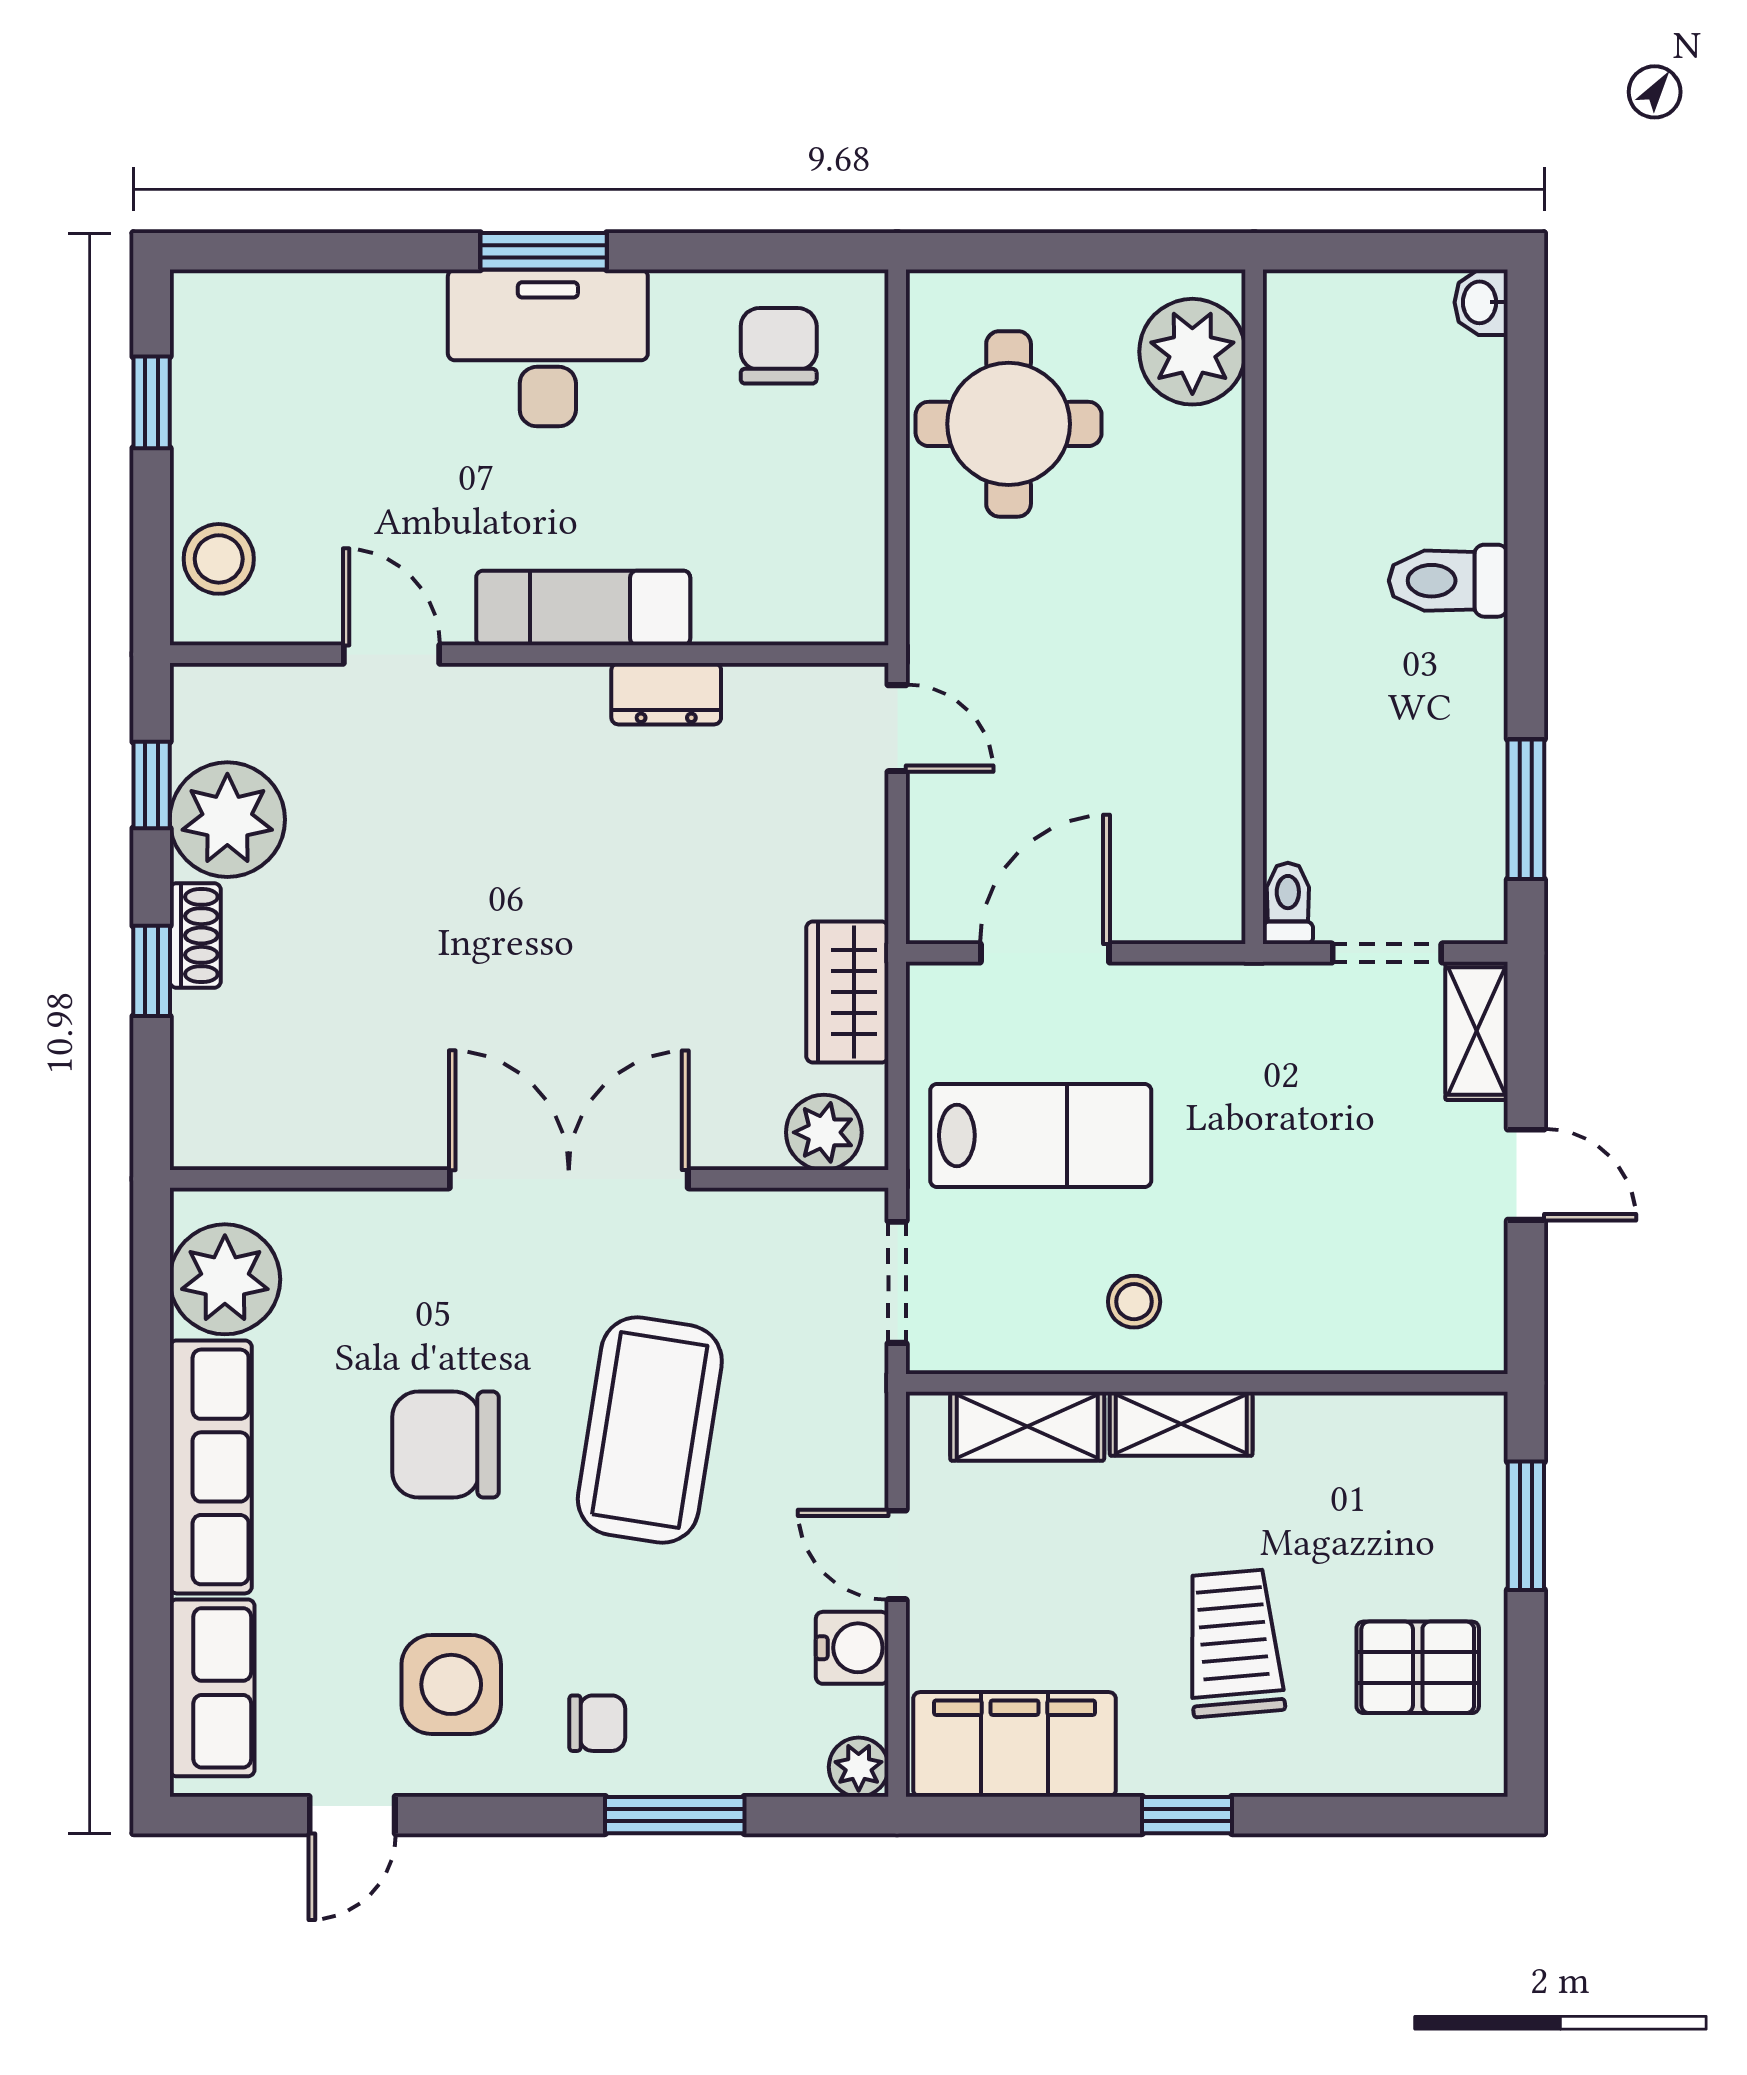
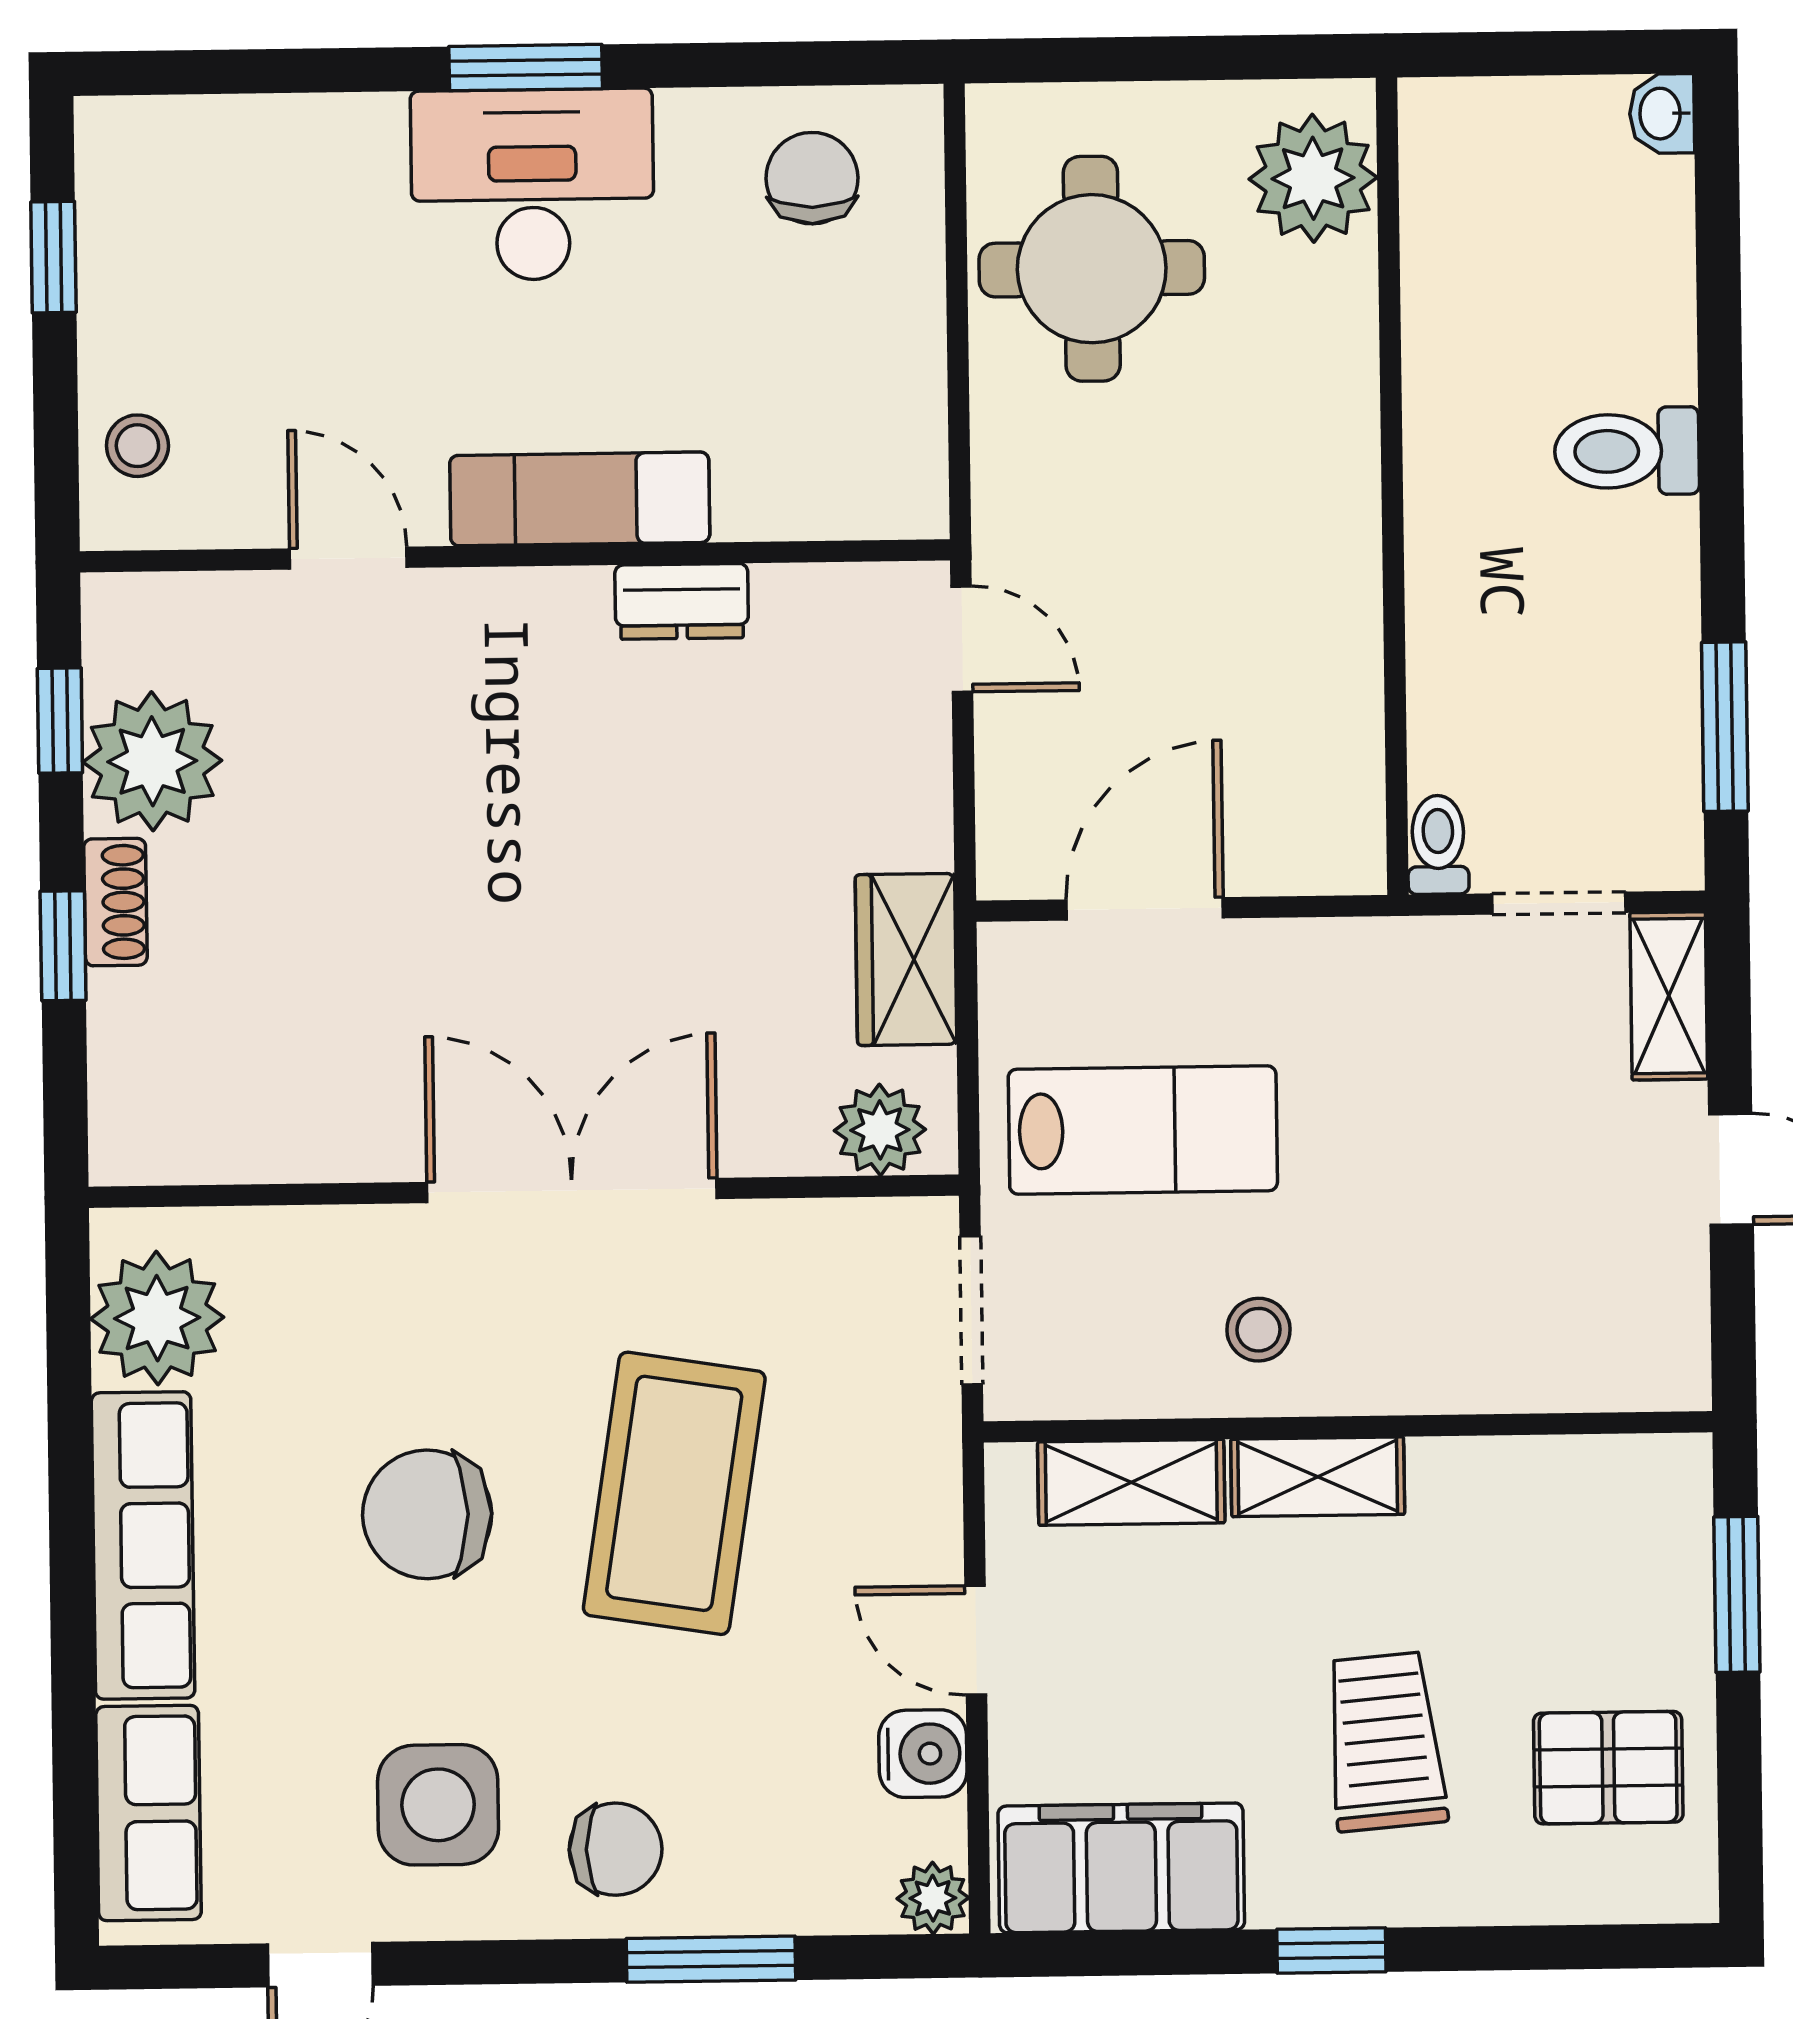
stool: (219, 559) -> (137, 446), width x0.73, depth x0.73
chair: (597, 1723) -> (616, 1849), width x1.37, depth x1.37

